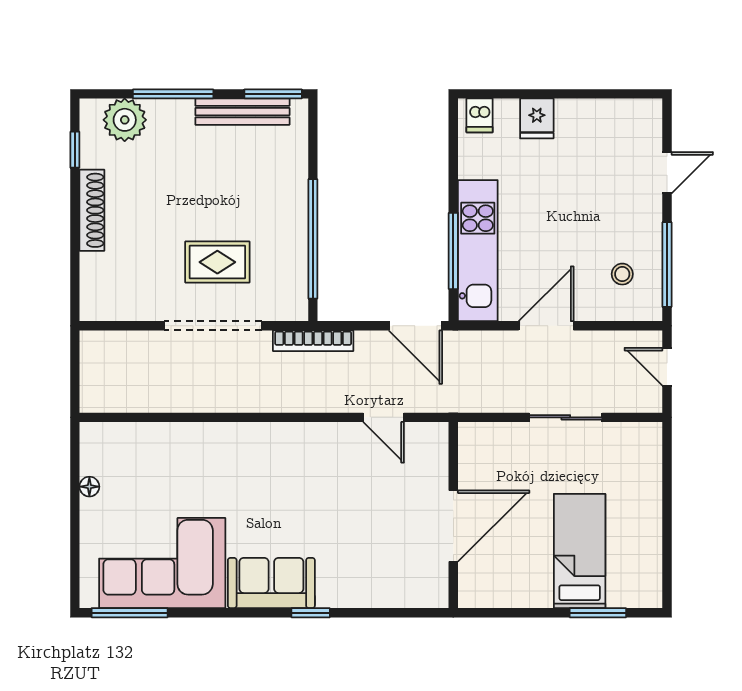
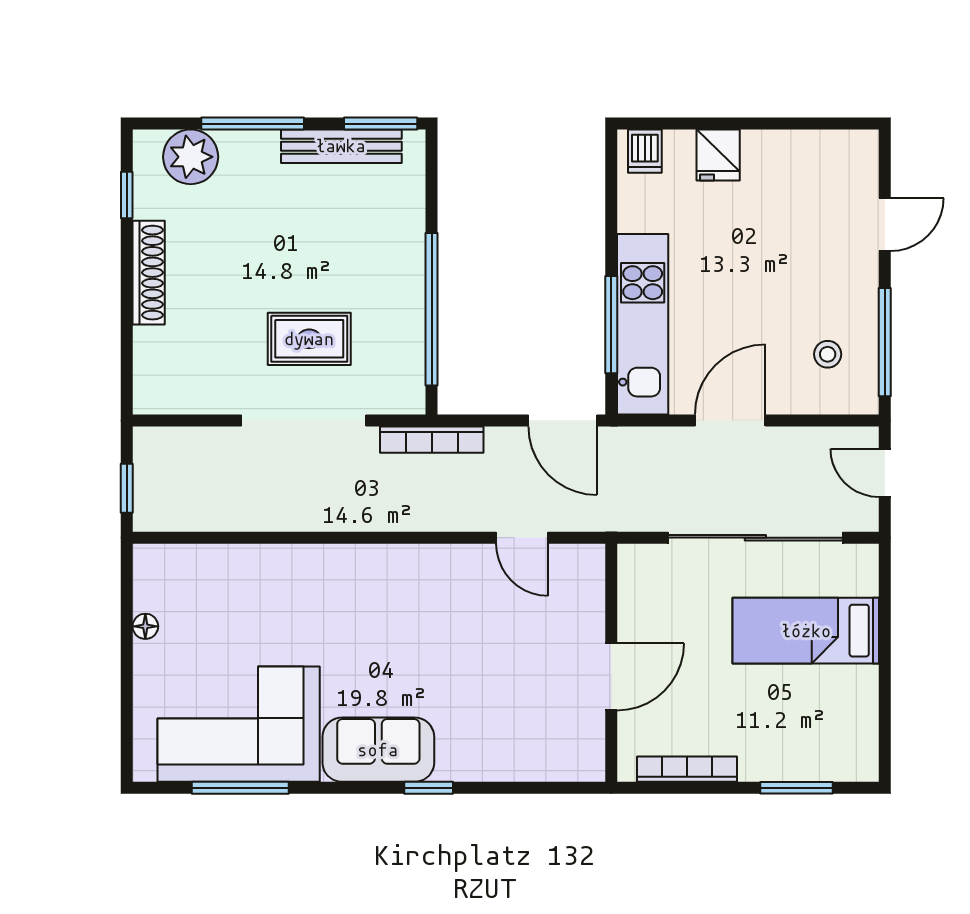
window: (75, 379) -> (127, 488), added
sliding door: (566, 417) -> (755, 538), width x1.86
door: (453, 526) -> (611, 677), width x0.73
bed: (580, 551) -> (806, 631), moved, turned -90
bookcase: (512, 598) -> (687, 769), added
window: (130, 613) -> (240, 788), moved

